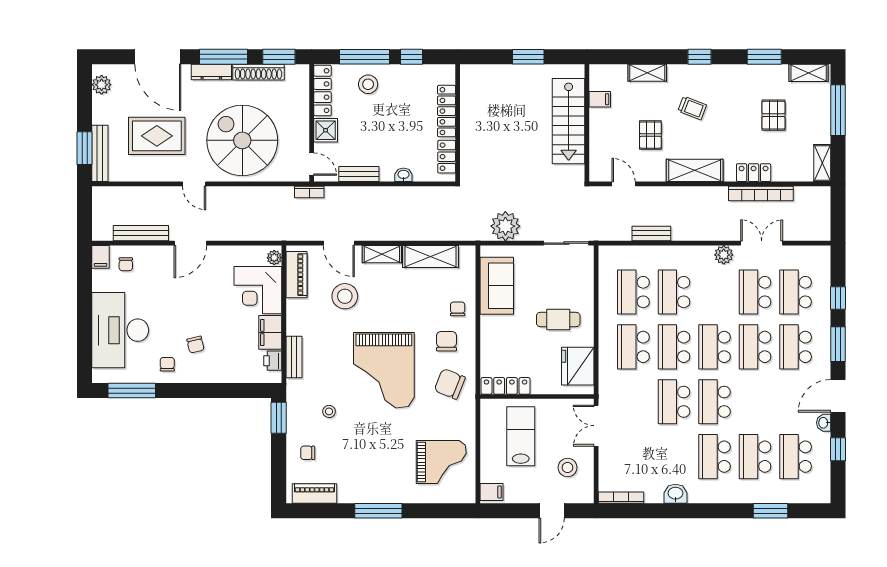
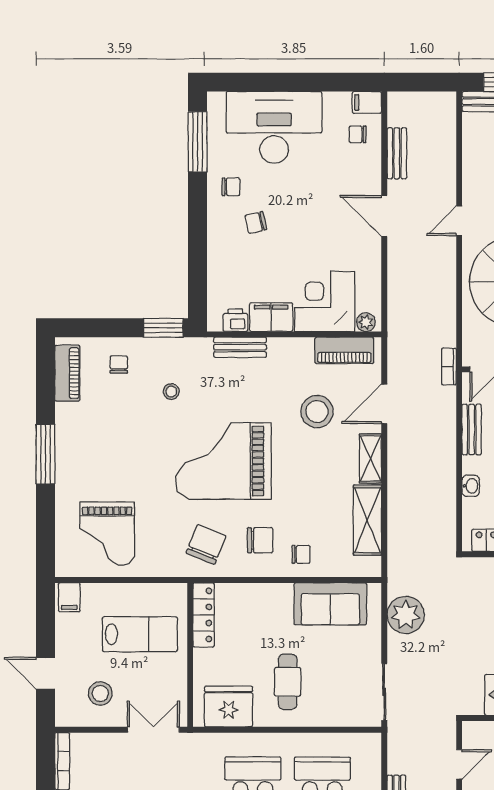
bench: (141, 233) -> (397, 153), width x0.73

